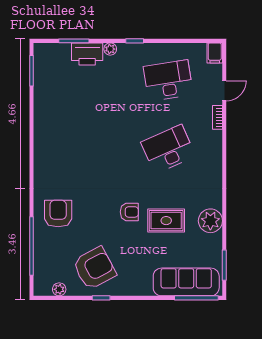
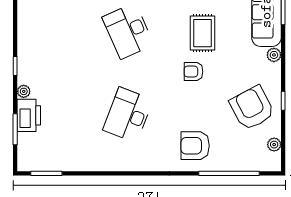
desk: (168, 80) -> (128, 115), moved, turned 30
armchair: (129, 212) -> (194, 72), turned -90
plant: (145, 289) -> (274, 55), added

